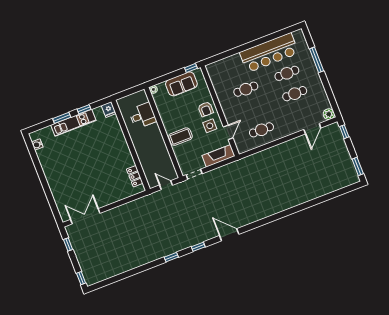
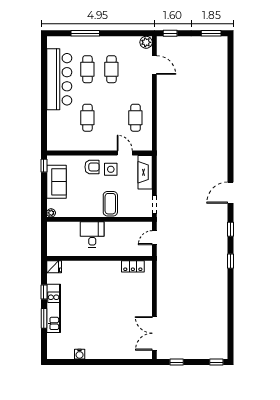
desk: (143, 116) -> (92, 234), moved
water cooler: (37, 145) -> (80, 354), moved

